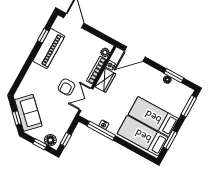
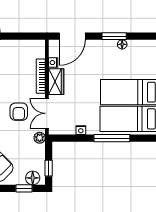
plant: (105, 52) -> (40, 138), moved
window: (174, 76) -> (114, 36), moved
window: (101, 131) -> (112, 138), moved

